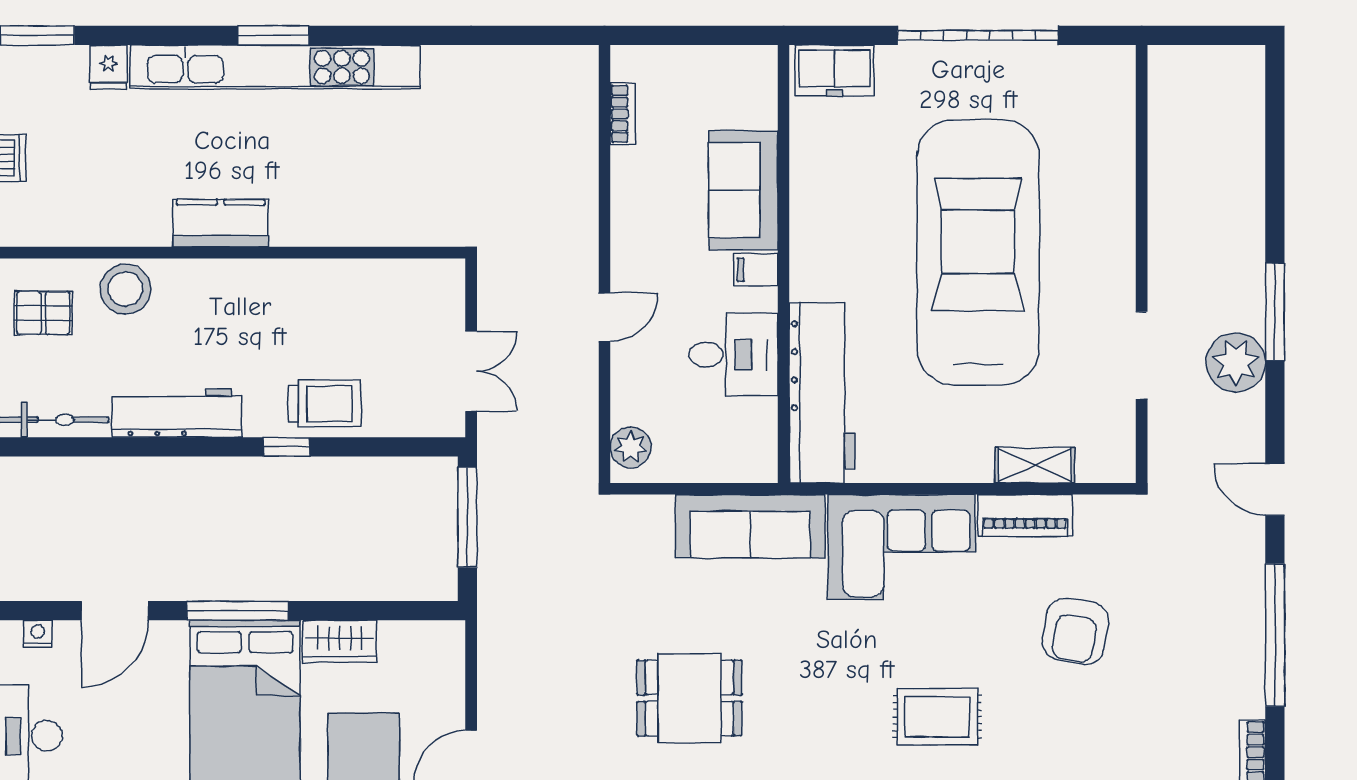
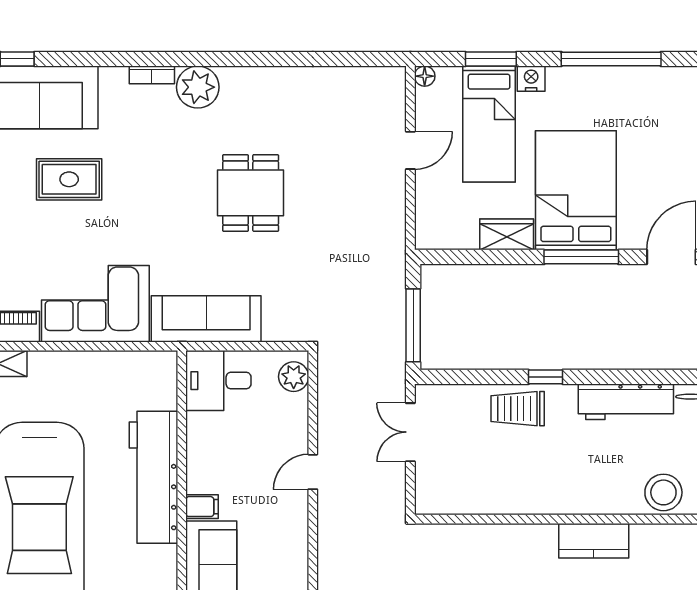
desk: (733, 355) -> (218, 381), moved
workbench: (822, 393) -> (153, 477), moved
dining table: (689, 698) -> (251, 193), turned 90

